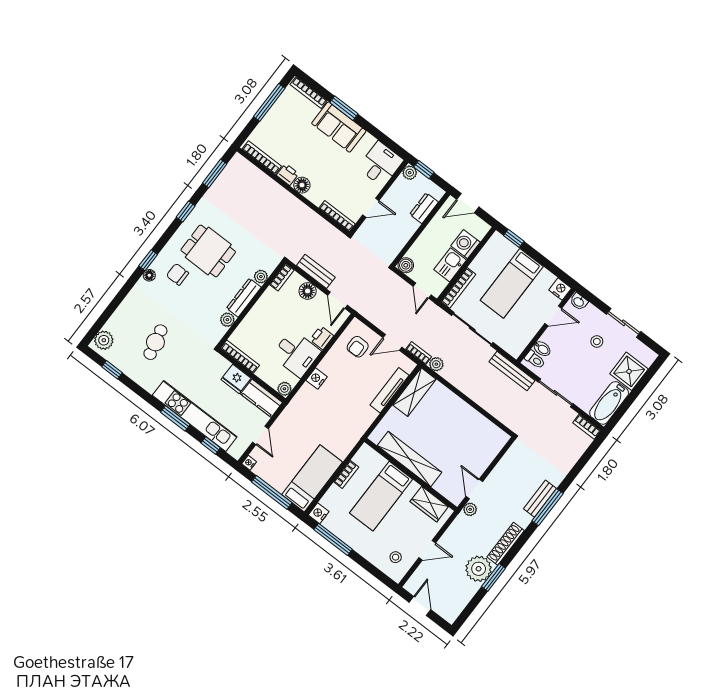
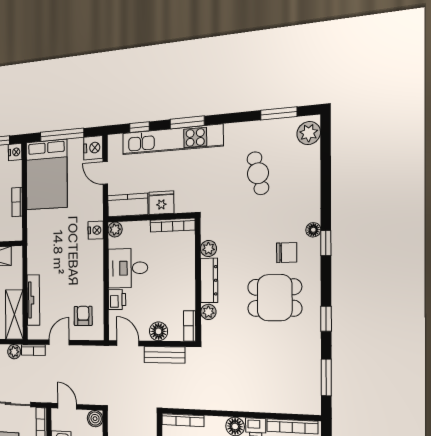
window: (112, 370) -> (279, 113), width x1.50
nightstand: (317, 379) -> (96, 230), moved
nightstand: (249, 463) -> (93, 148), width x1.89, depth x1.79
bed: (312, 478) -> (47, 175), width x1.50

